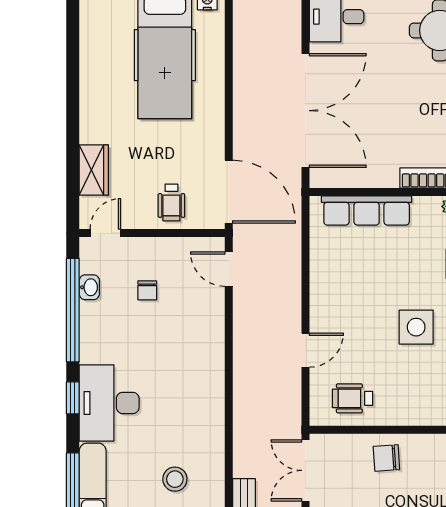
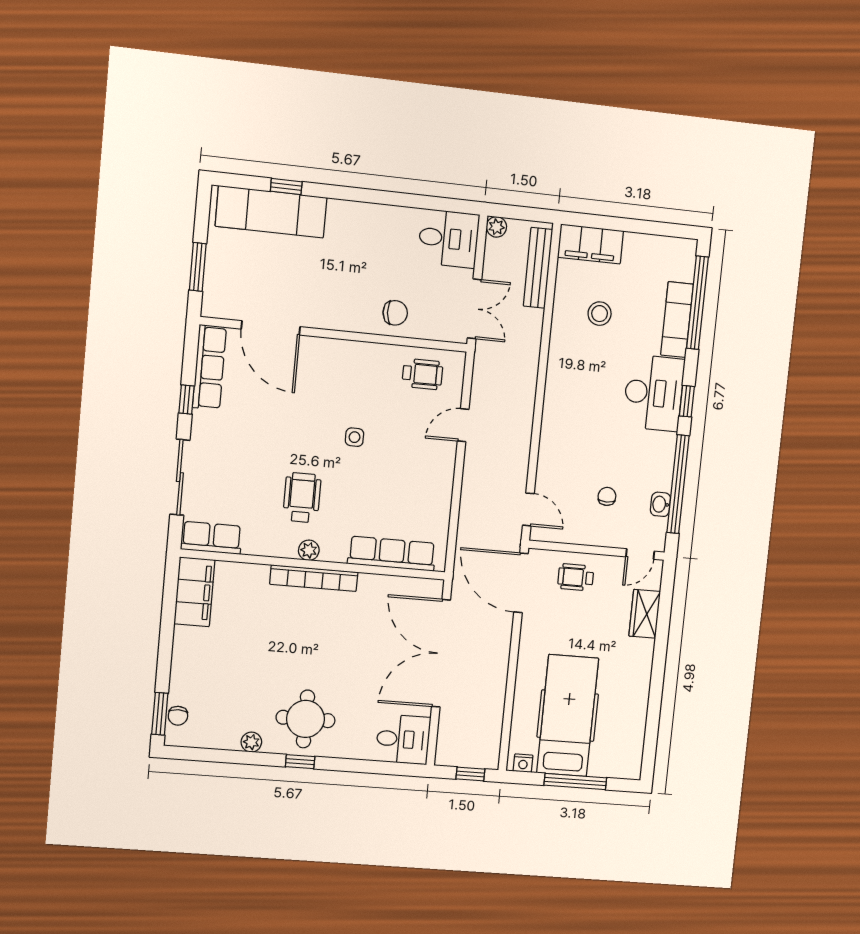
wheelchair: (171, 203) -> (576, 577), turned -90
side table: (416, 327) -> (355, 437), width x0.54, depth x0.54

